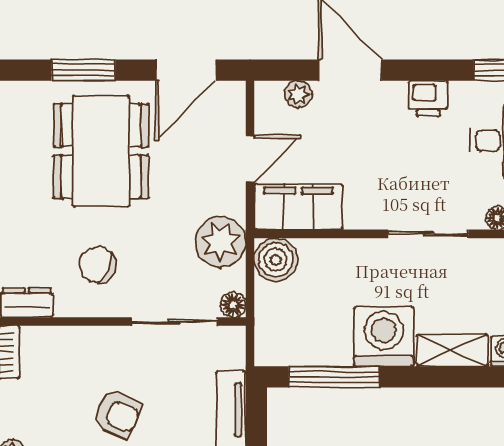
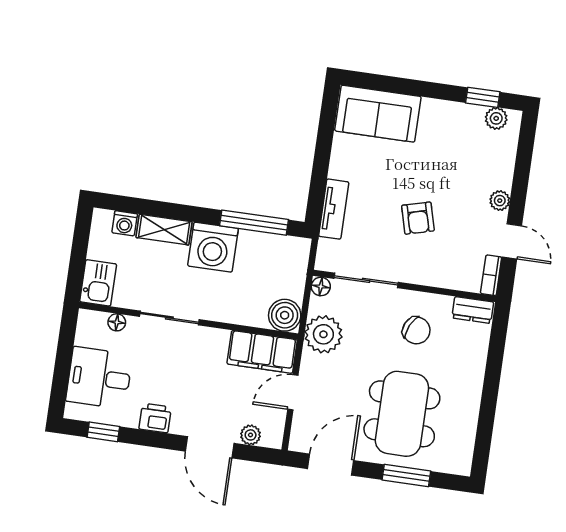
armchair: (117, 414) -> (418, 218), turned -128

